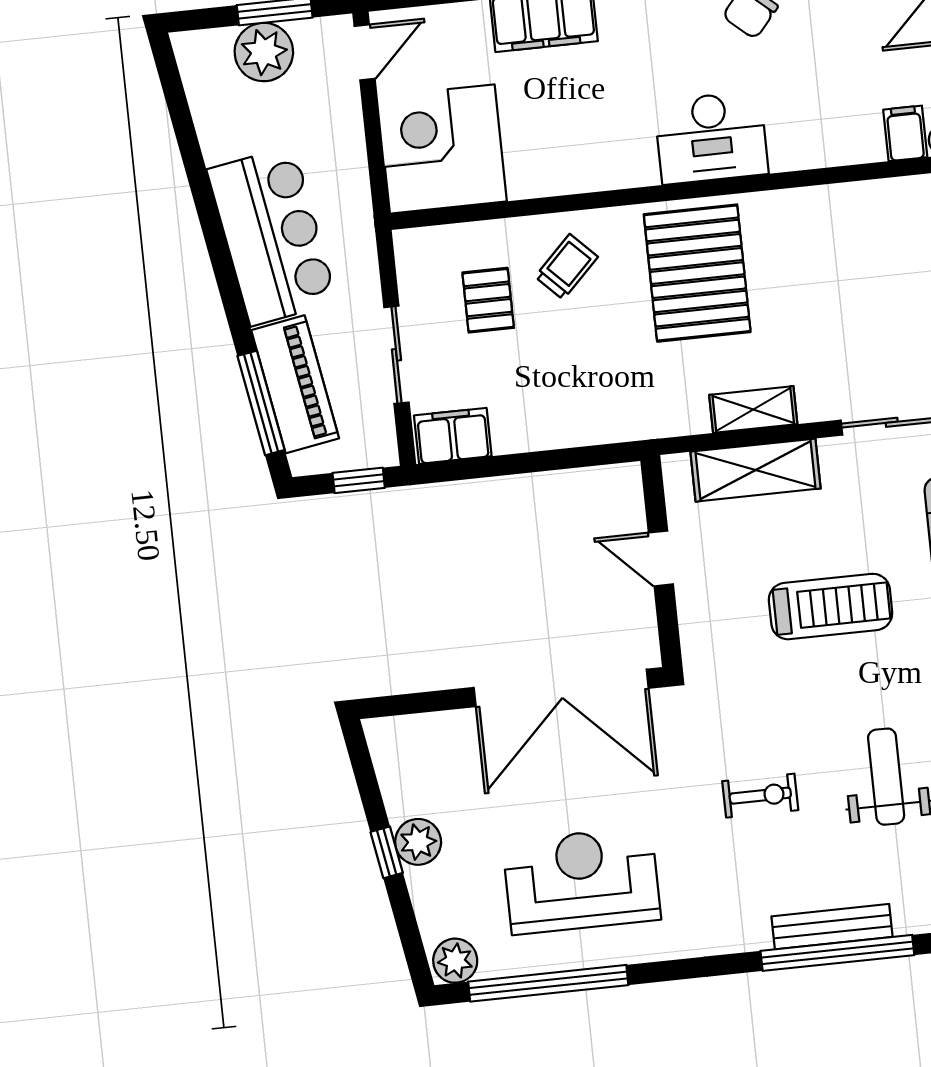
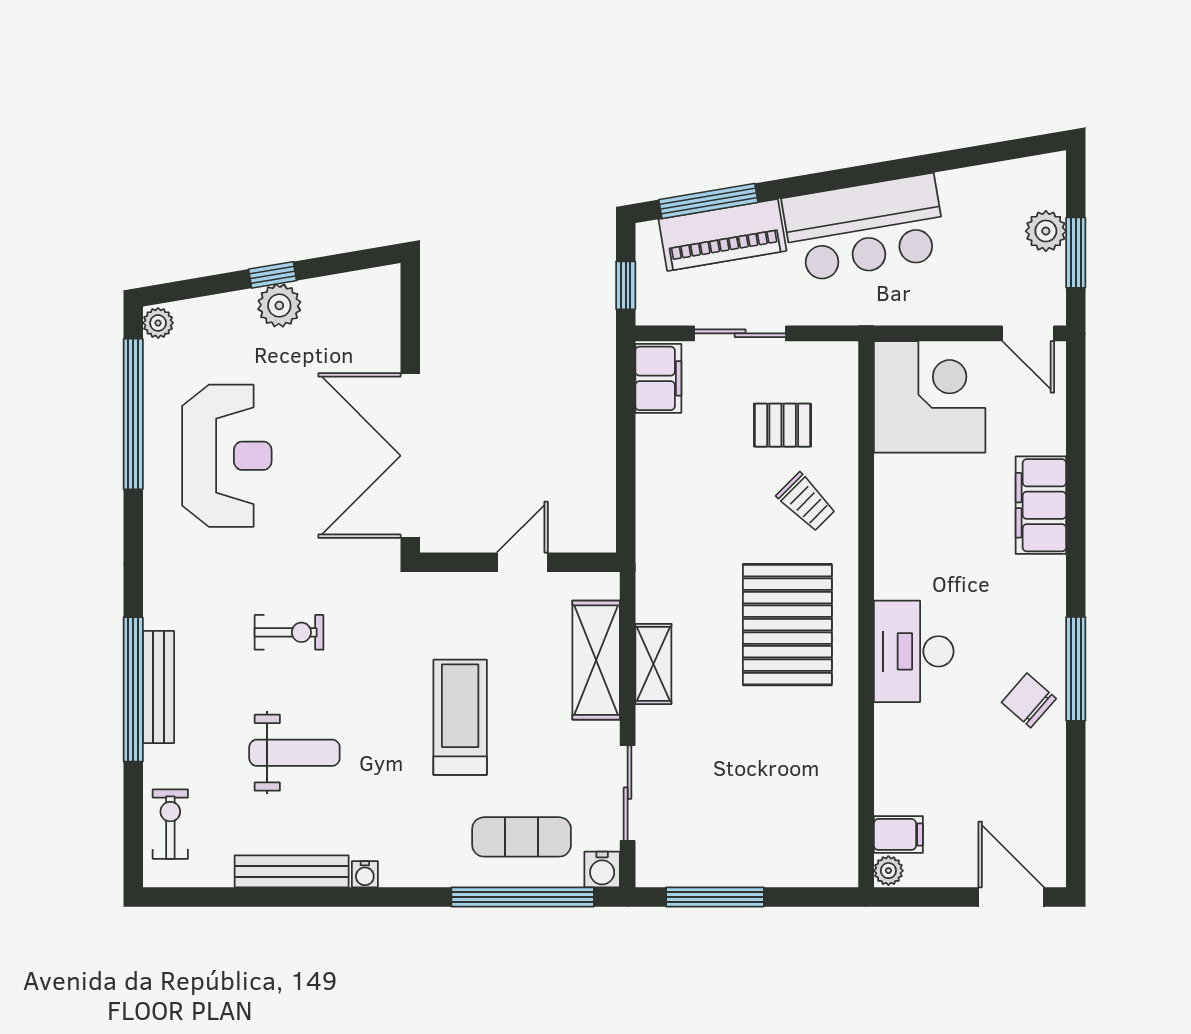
plant: (264, 52) -> (1046, 231), width x0.73, depth x0.73
pallet: (697, 273) -> (787, 625), turned 90
treadmill: (831, 607) -> (460, 717), turned 180
exercise bike: (760, 796) -> (289, 632), turned -90
plant: (455, 961) -> (158, 323), width x0.73, depth x0.73

